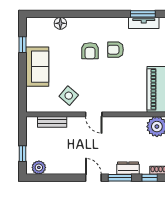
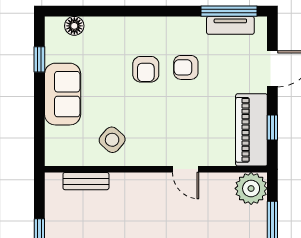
window: (143, 14) -> (229, 11), width x1.44
floor lamp: (60, 23) -> (74, 26), moved
door: (94, 114) -> (186, 169), moved

